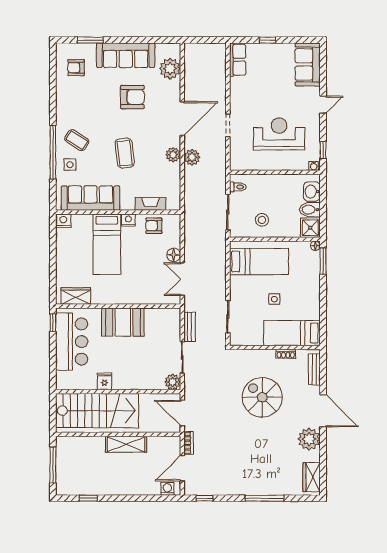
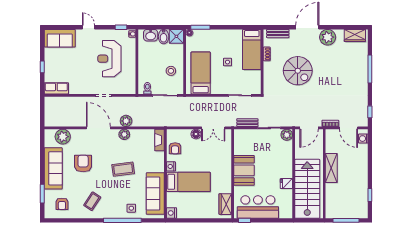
coffee table: (77, 140) -> (92, 201), moved
fireplace: (150, 204) -> (159, 140), moved
spiral stairs: (262, 397) -> (298, 71), turned -90

